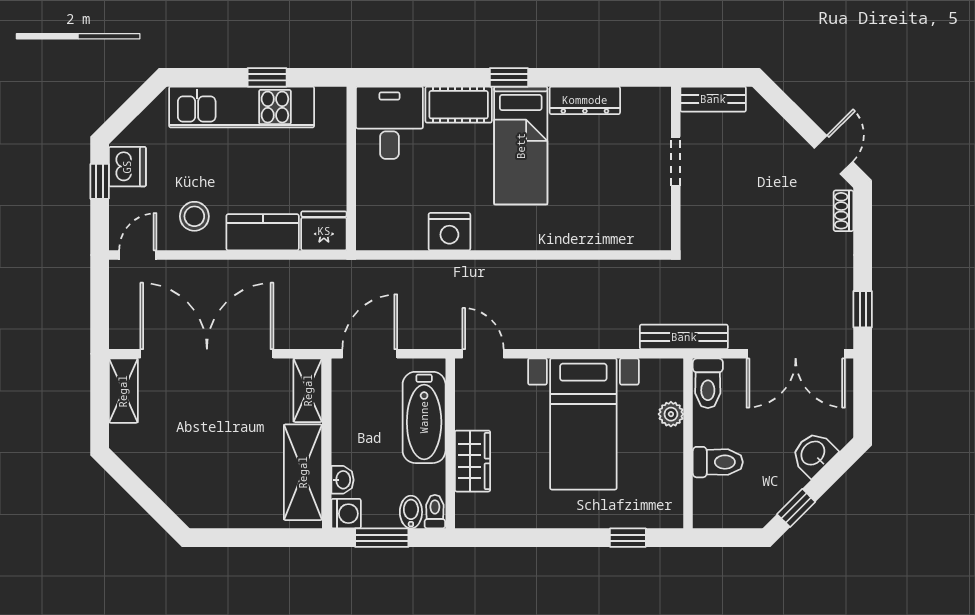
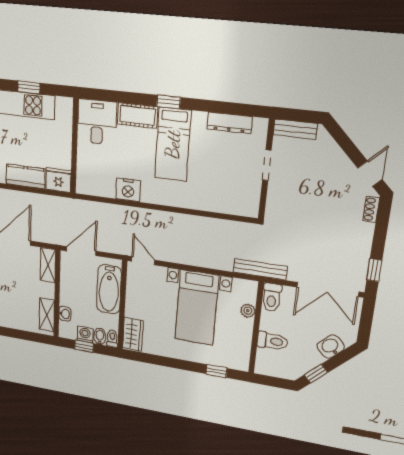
dresser: (585, 100) -> (229, 123), moved
wardrobe: (473, 461) -> (133, 334), moved
shelving: (303, 472) -> (47, 315), width x0.67, depth x0.75
washing machine: (346, 514) -> (85, 335), moved, turned -90
window: (382, 538) -> (84, 346), width x0.67

